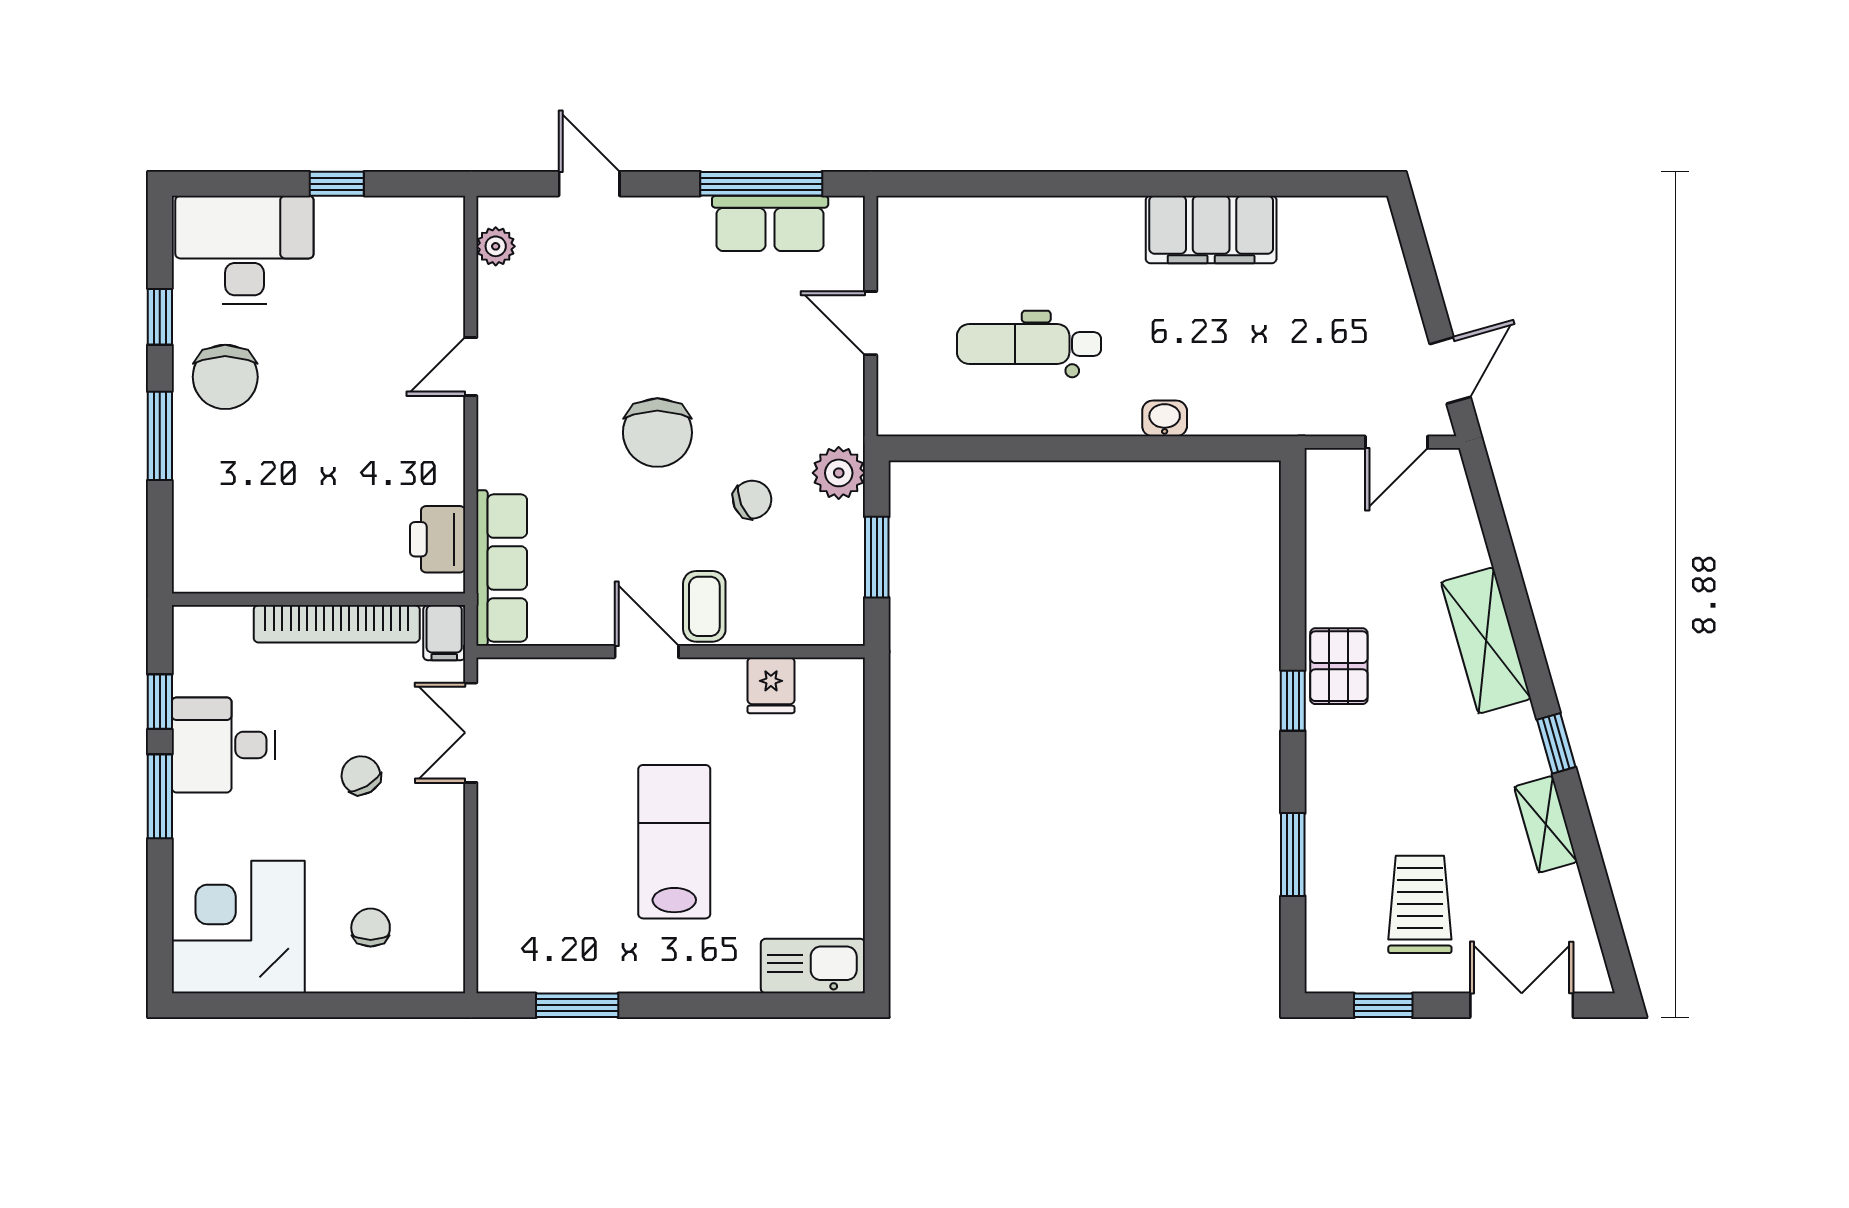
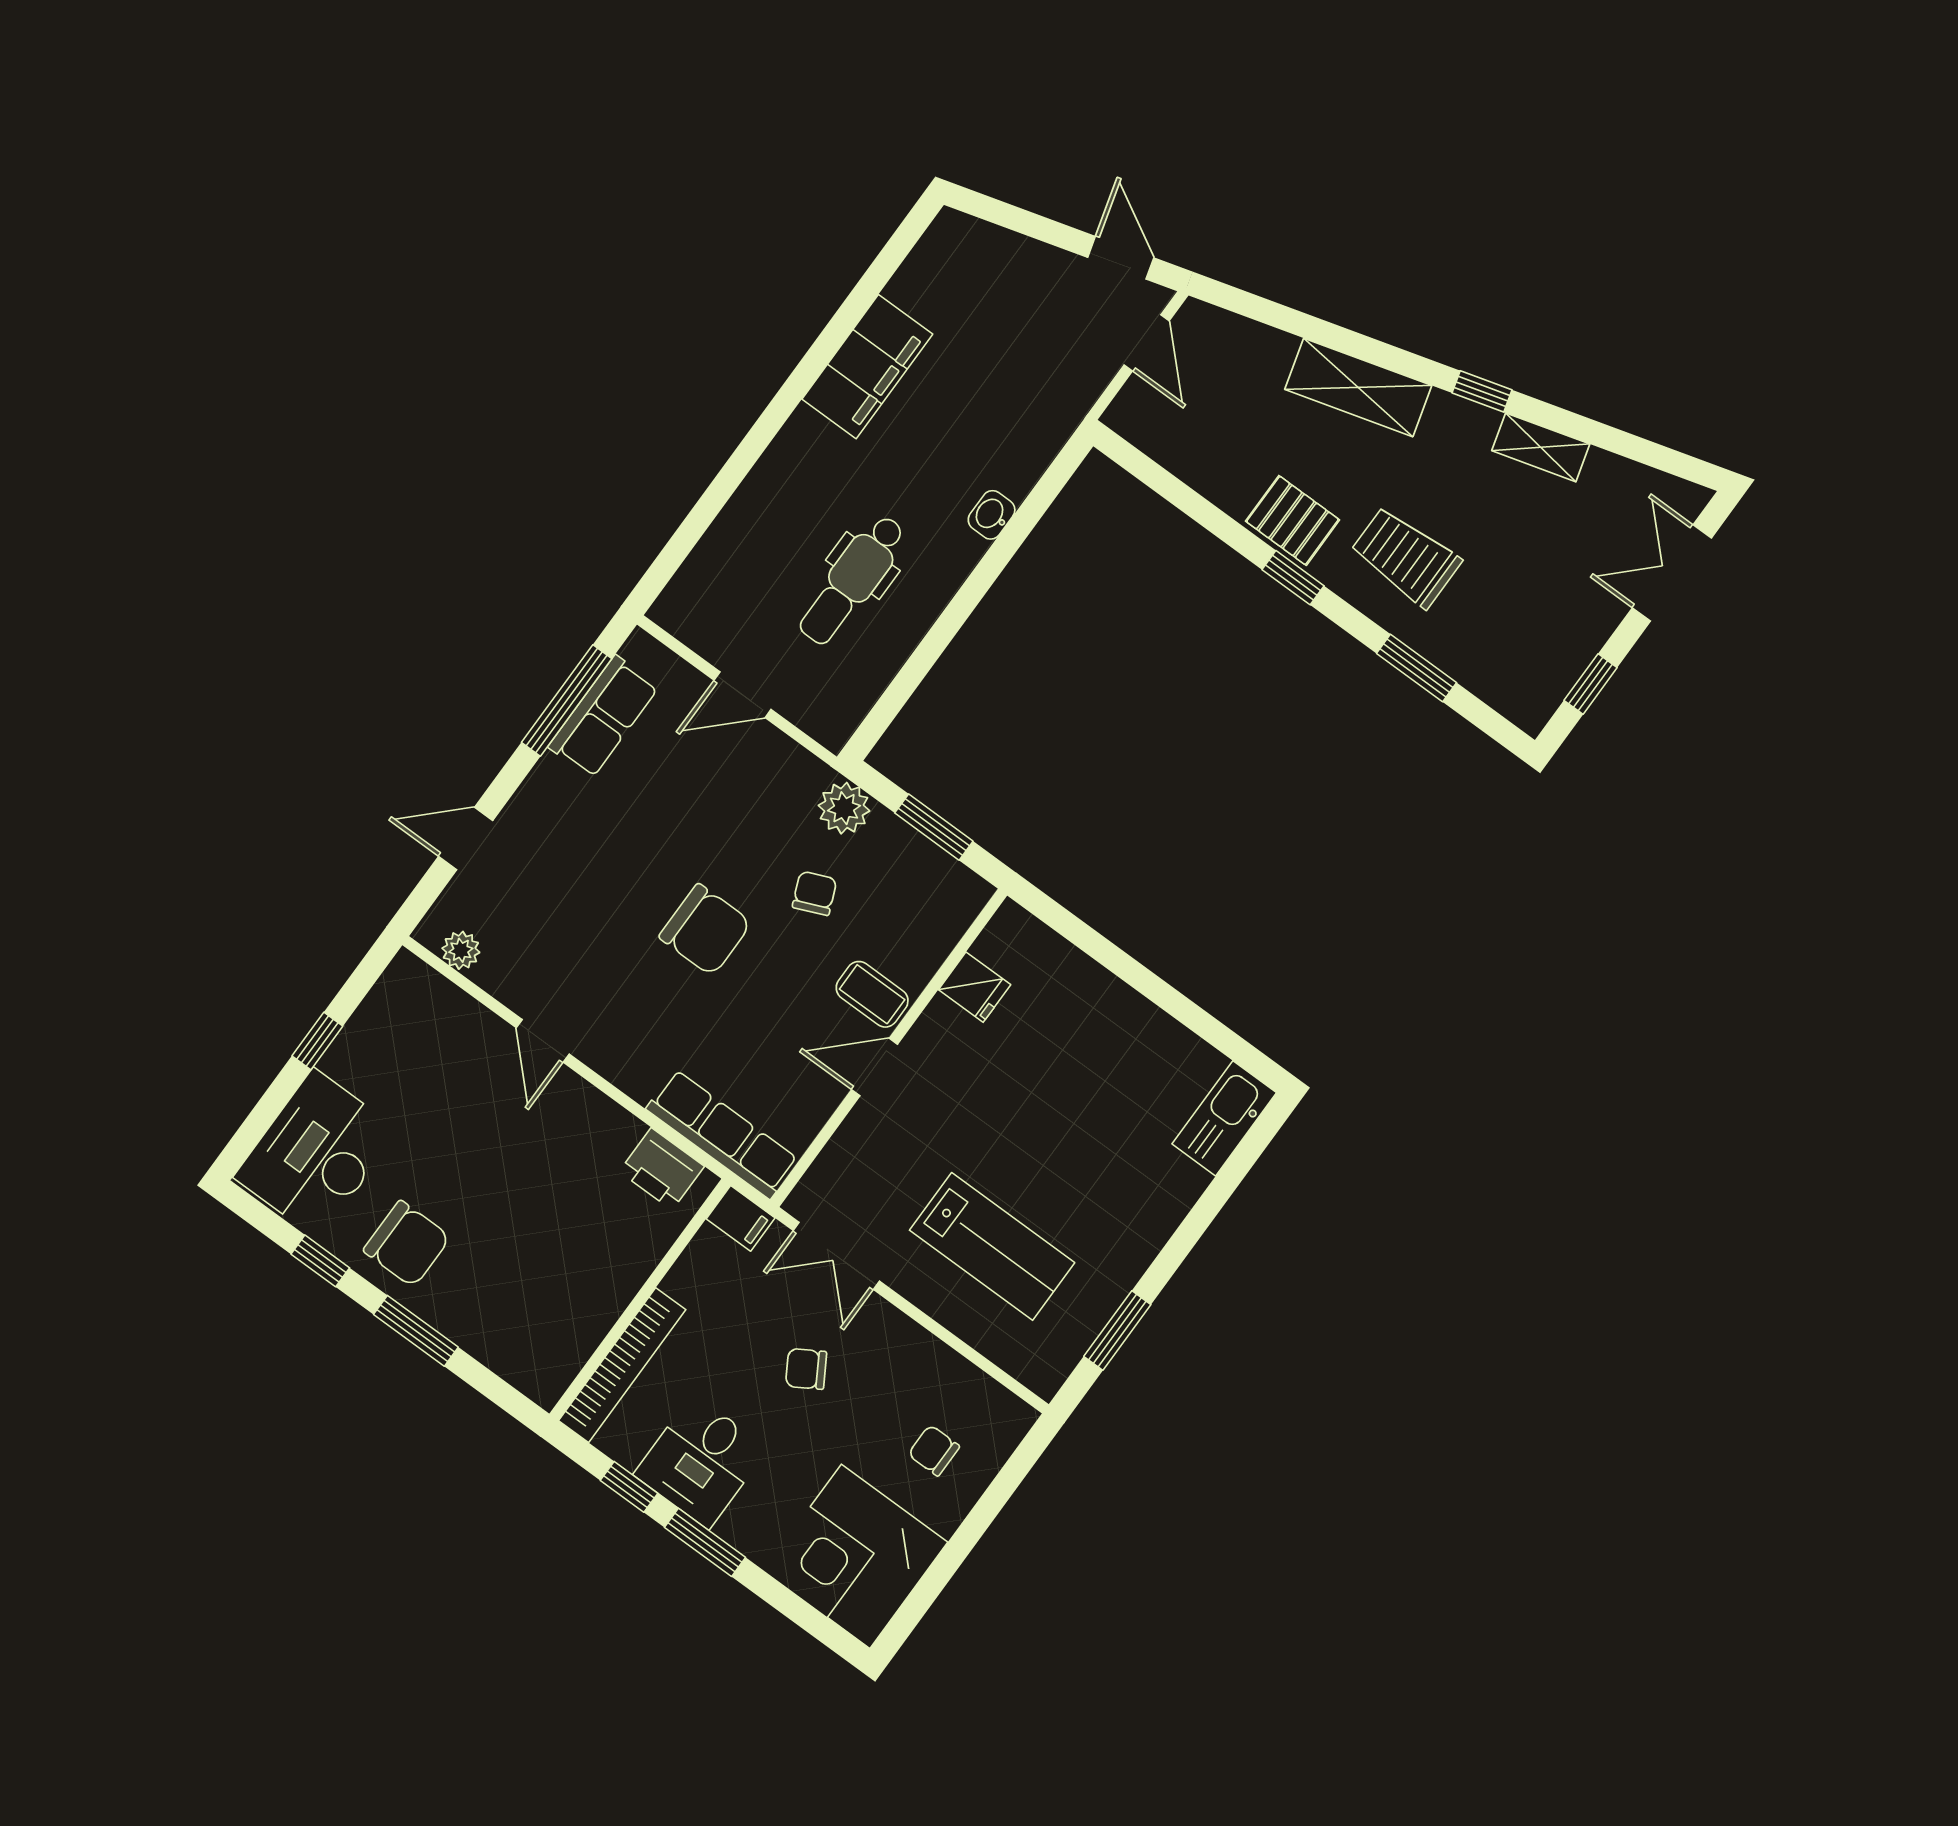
bookcase: (337, 624) -> (622, 1365), moved
lab bench: (674, 842) -> (992, 1246), moved, turned 180
trolley: (1420, 904) -> (1406, 557), moved

